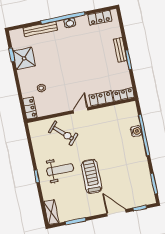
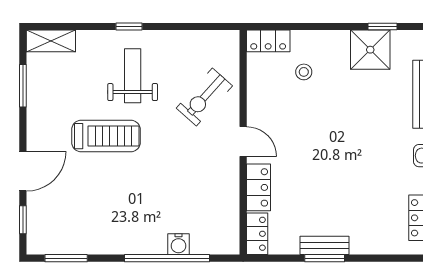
bench: (120, 50) -> (325, 245), moved
weight bench: (60, 170) -> (133, 76), turned 180

